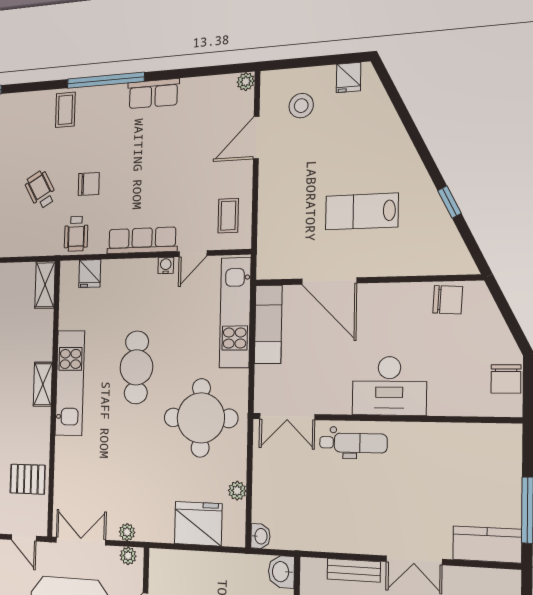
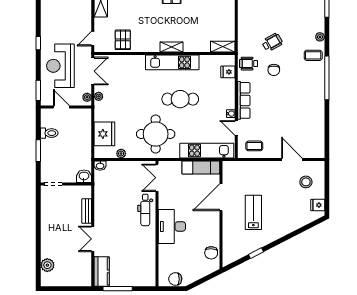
plant: (246, 82) -> (320, 37), moved
row of seats: (153, 94) -> (318, 105), removed

